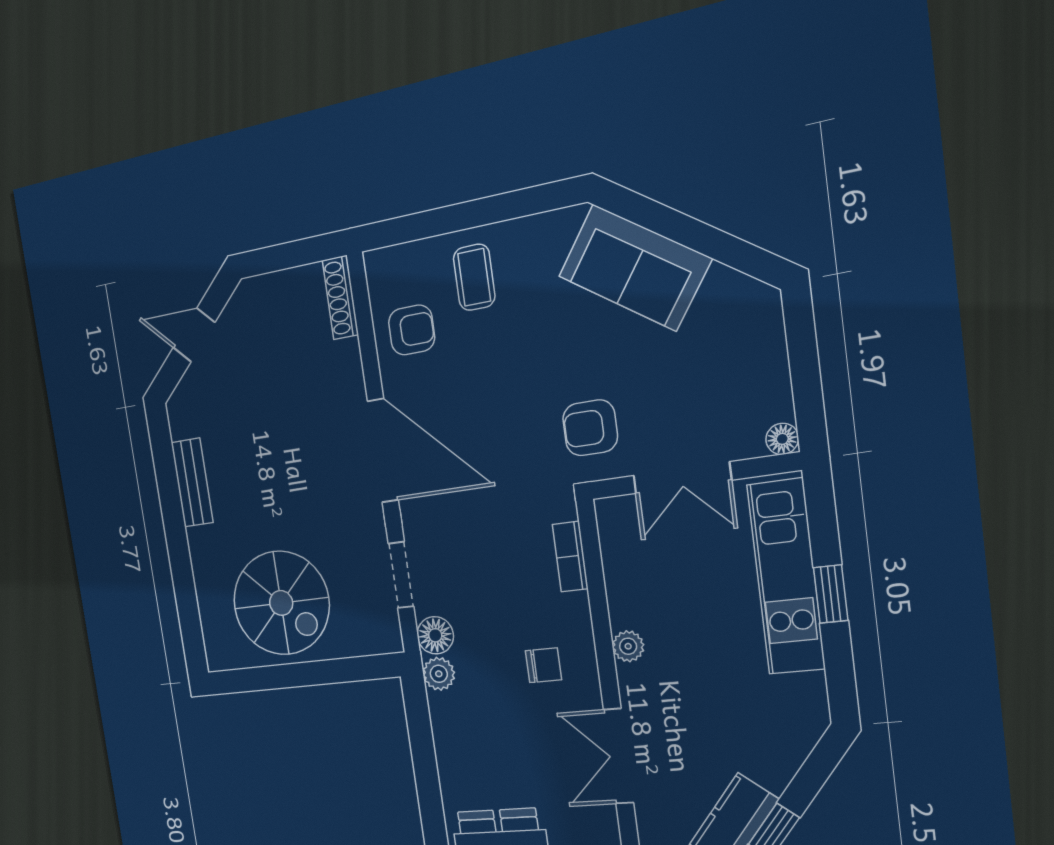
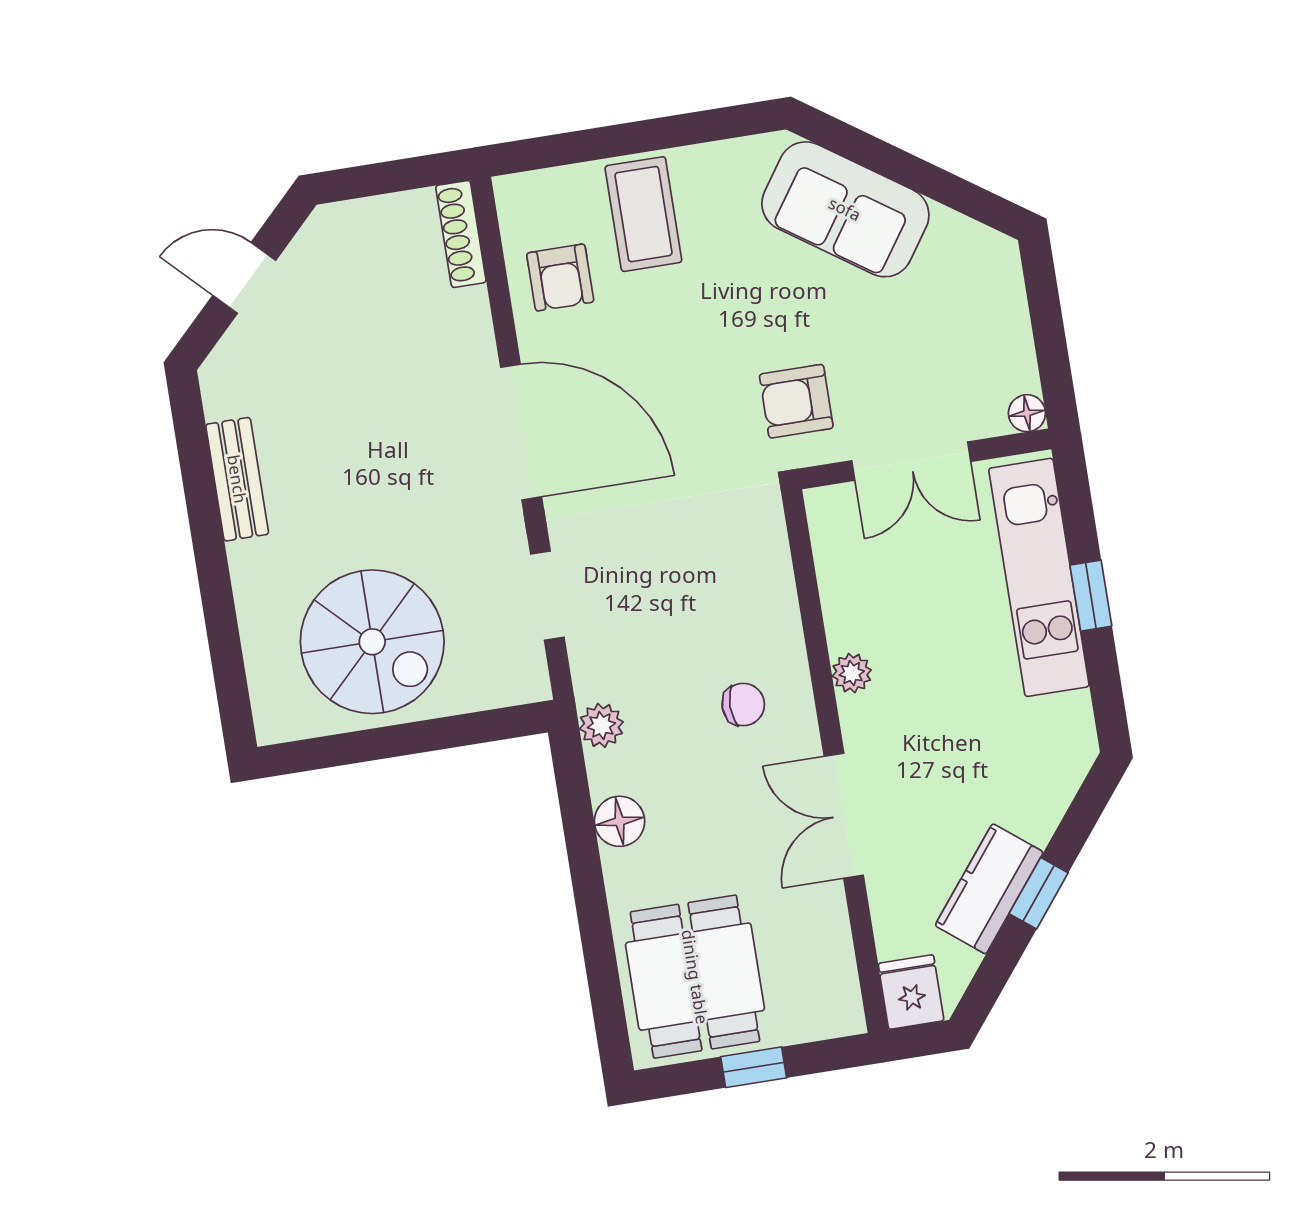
coffee table: (474, 277) -> (643, 214), width x1.36, depth x1.30
armchair: (412, 330) -> (560, 278), turned 90
bookcase: (570, 557) -> (775, 563), removed
floor lamp: (435, 635) -> (620, 821), moved

